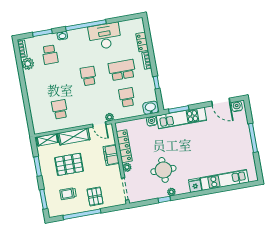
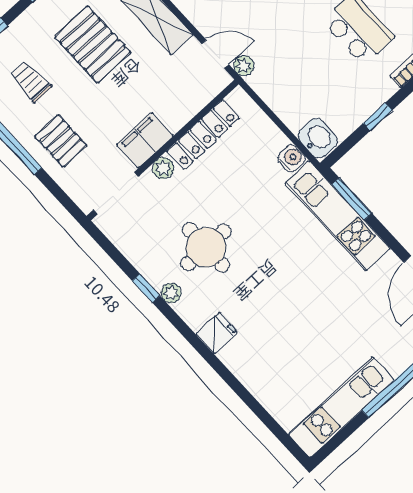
school desk: (127, 97) -> (308, 75), removed
door: (99, 124) -> (215, 54), swing flipped
filing cabinet: (111, 155) -> (145, 140), moved
kitchen unit: (224, 180) -> (341, 407), moved, turned -90
pallet: (95, 196) -> (61, 141), turned 90

